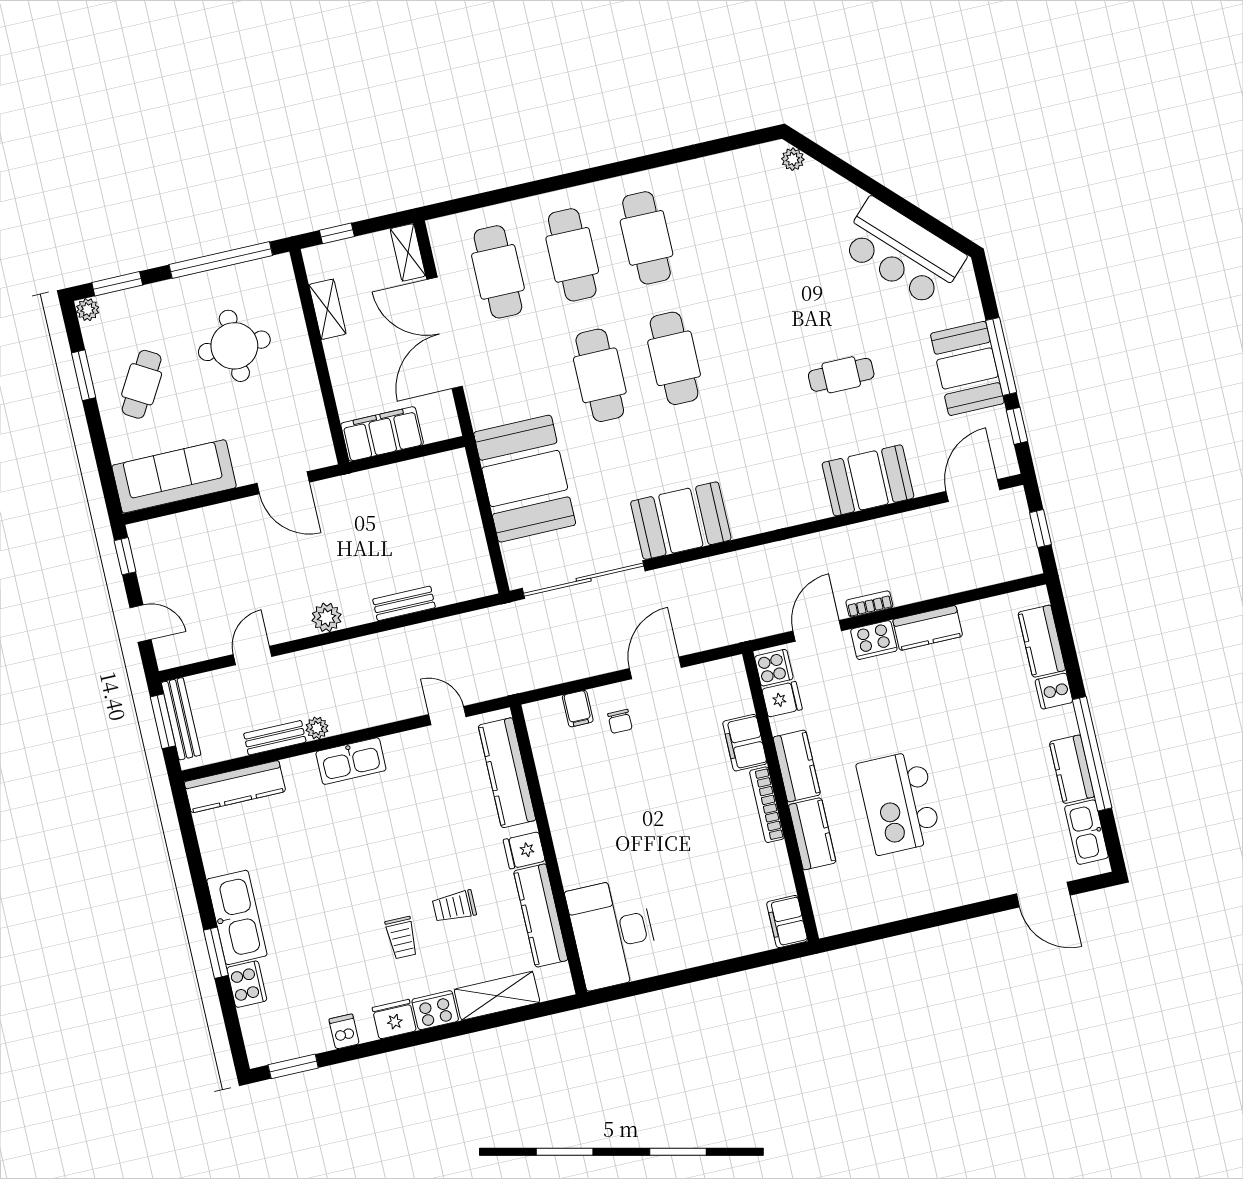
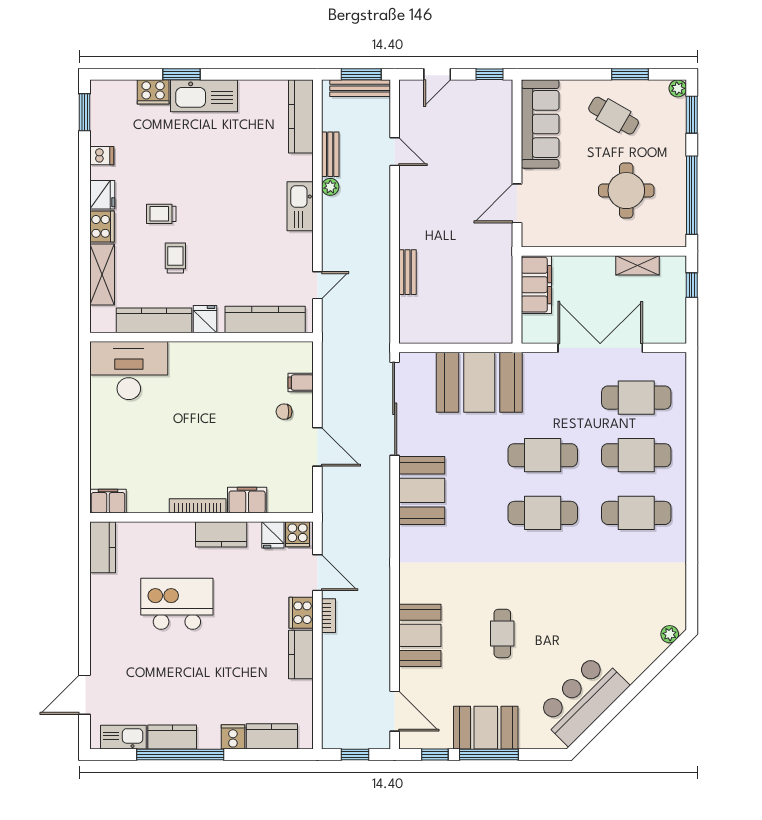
shelving: (408, 252) -> (666, 334), removed
plant: (327, 617) -> (410, 213), removed
kitchen counter: (812, 834) -> (103, 547), moved, turned -90

